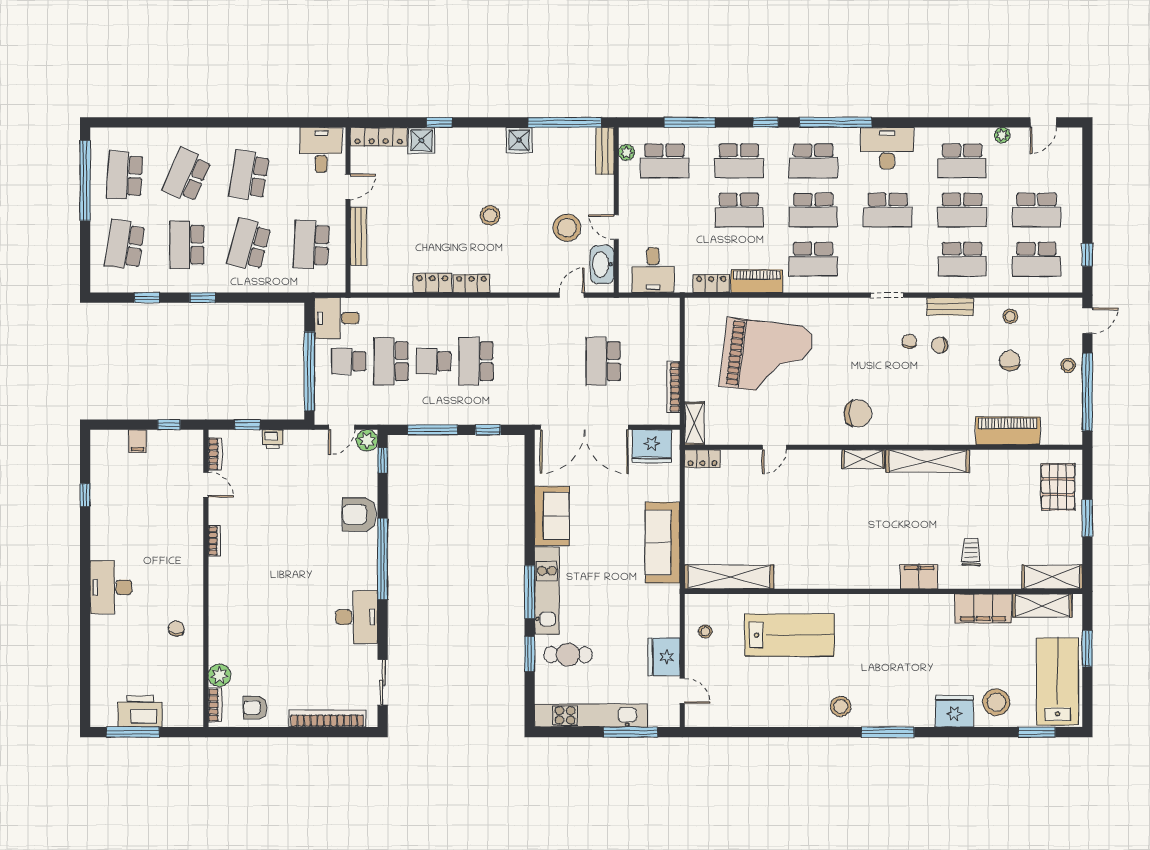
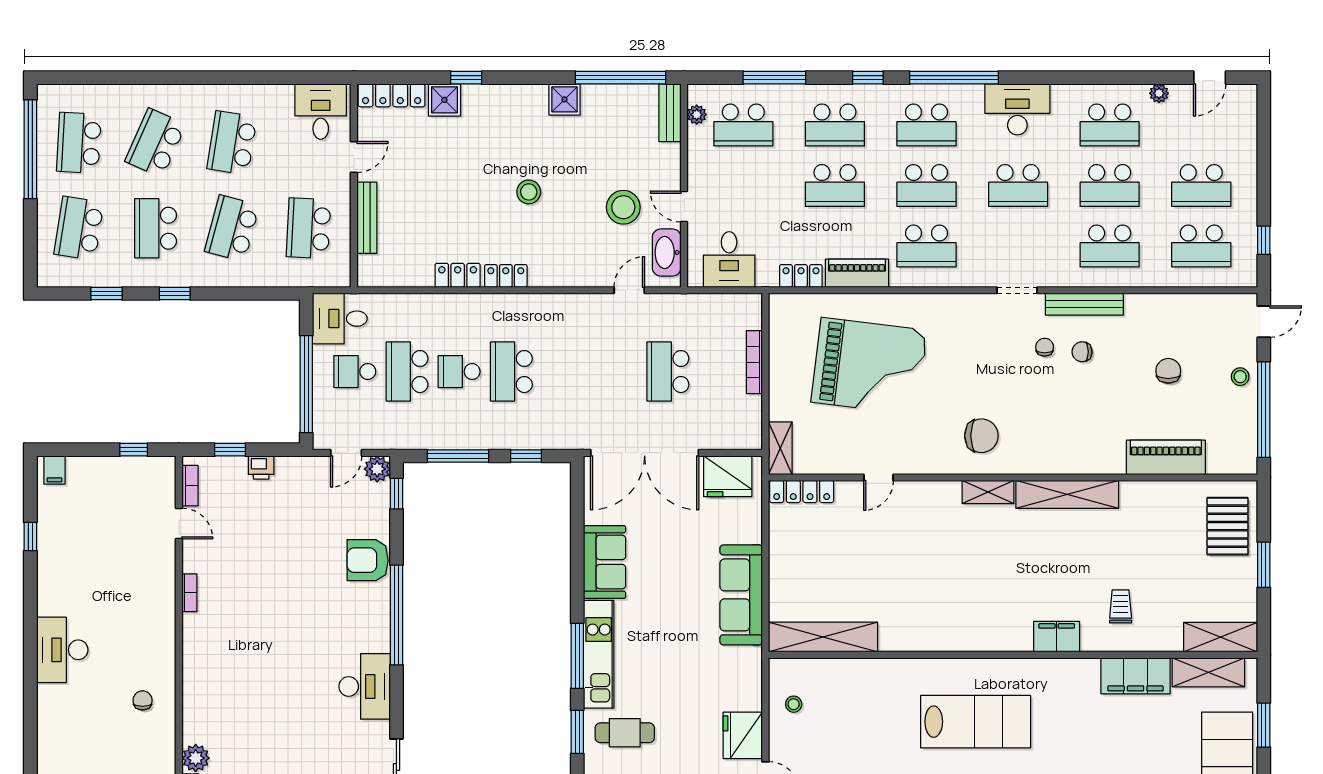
bench: (950, 306) -> (1084, 304), width x1.36
stool: (1010, 316) -> (1169, 316), removed
bookcase: (673, 387) -> (754, 362), moved
filing cabinet: (138, 441) -> (55, 470), moved
locker: (702, 459) -> (802, 491), width x1.53
lab bench: (790, 635) -> (976, 722), moved

